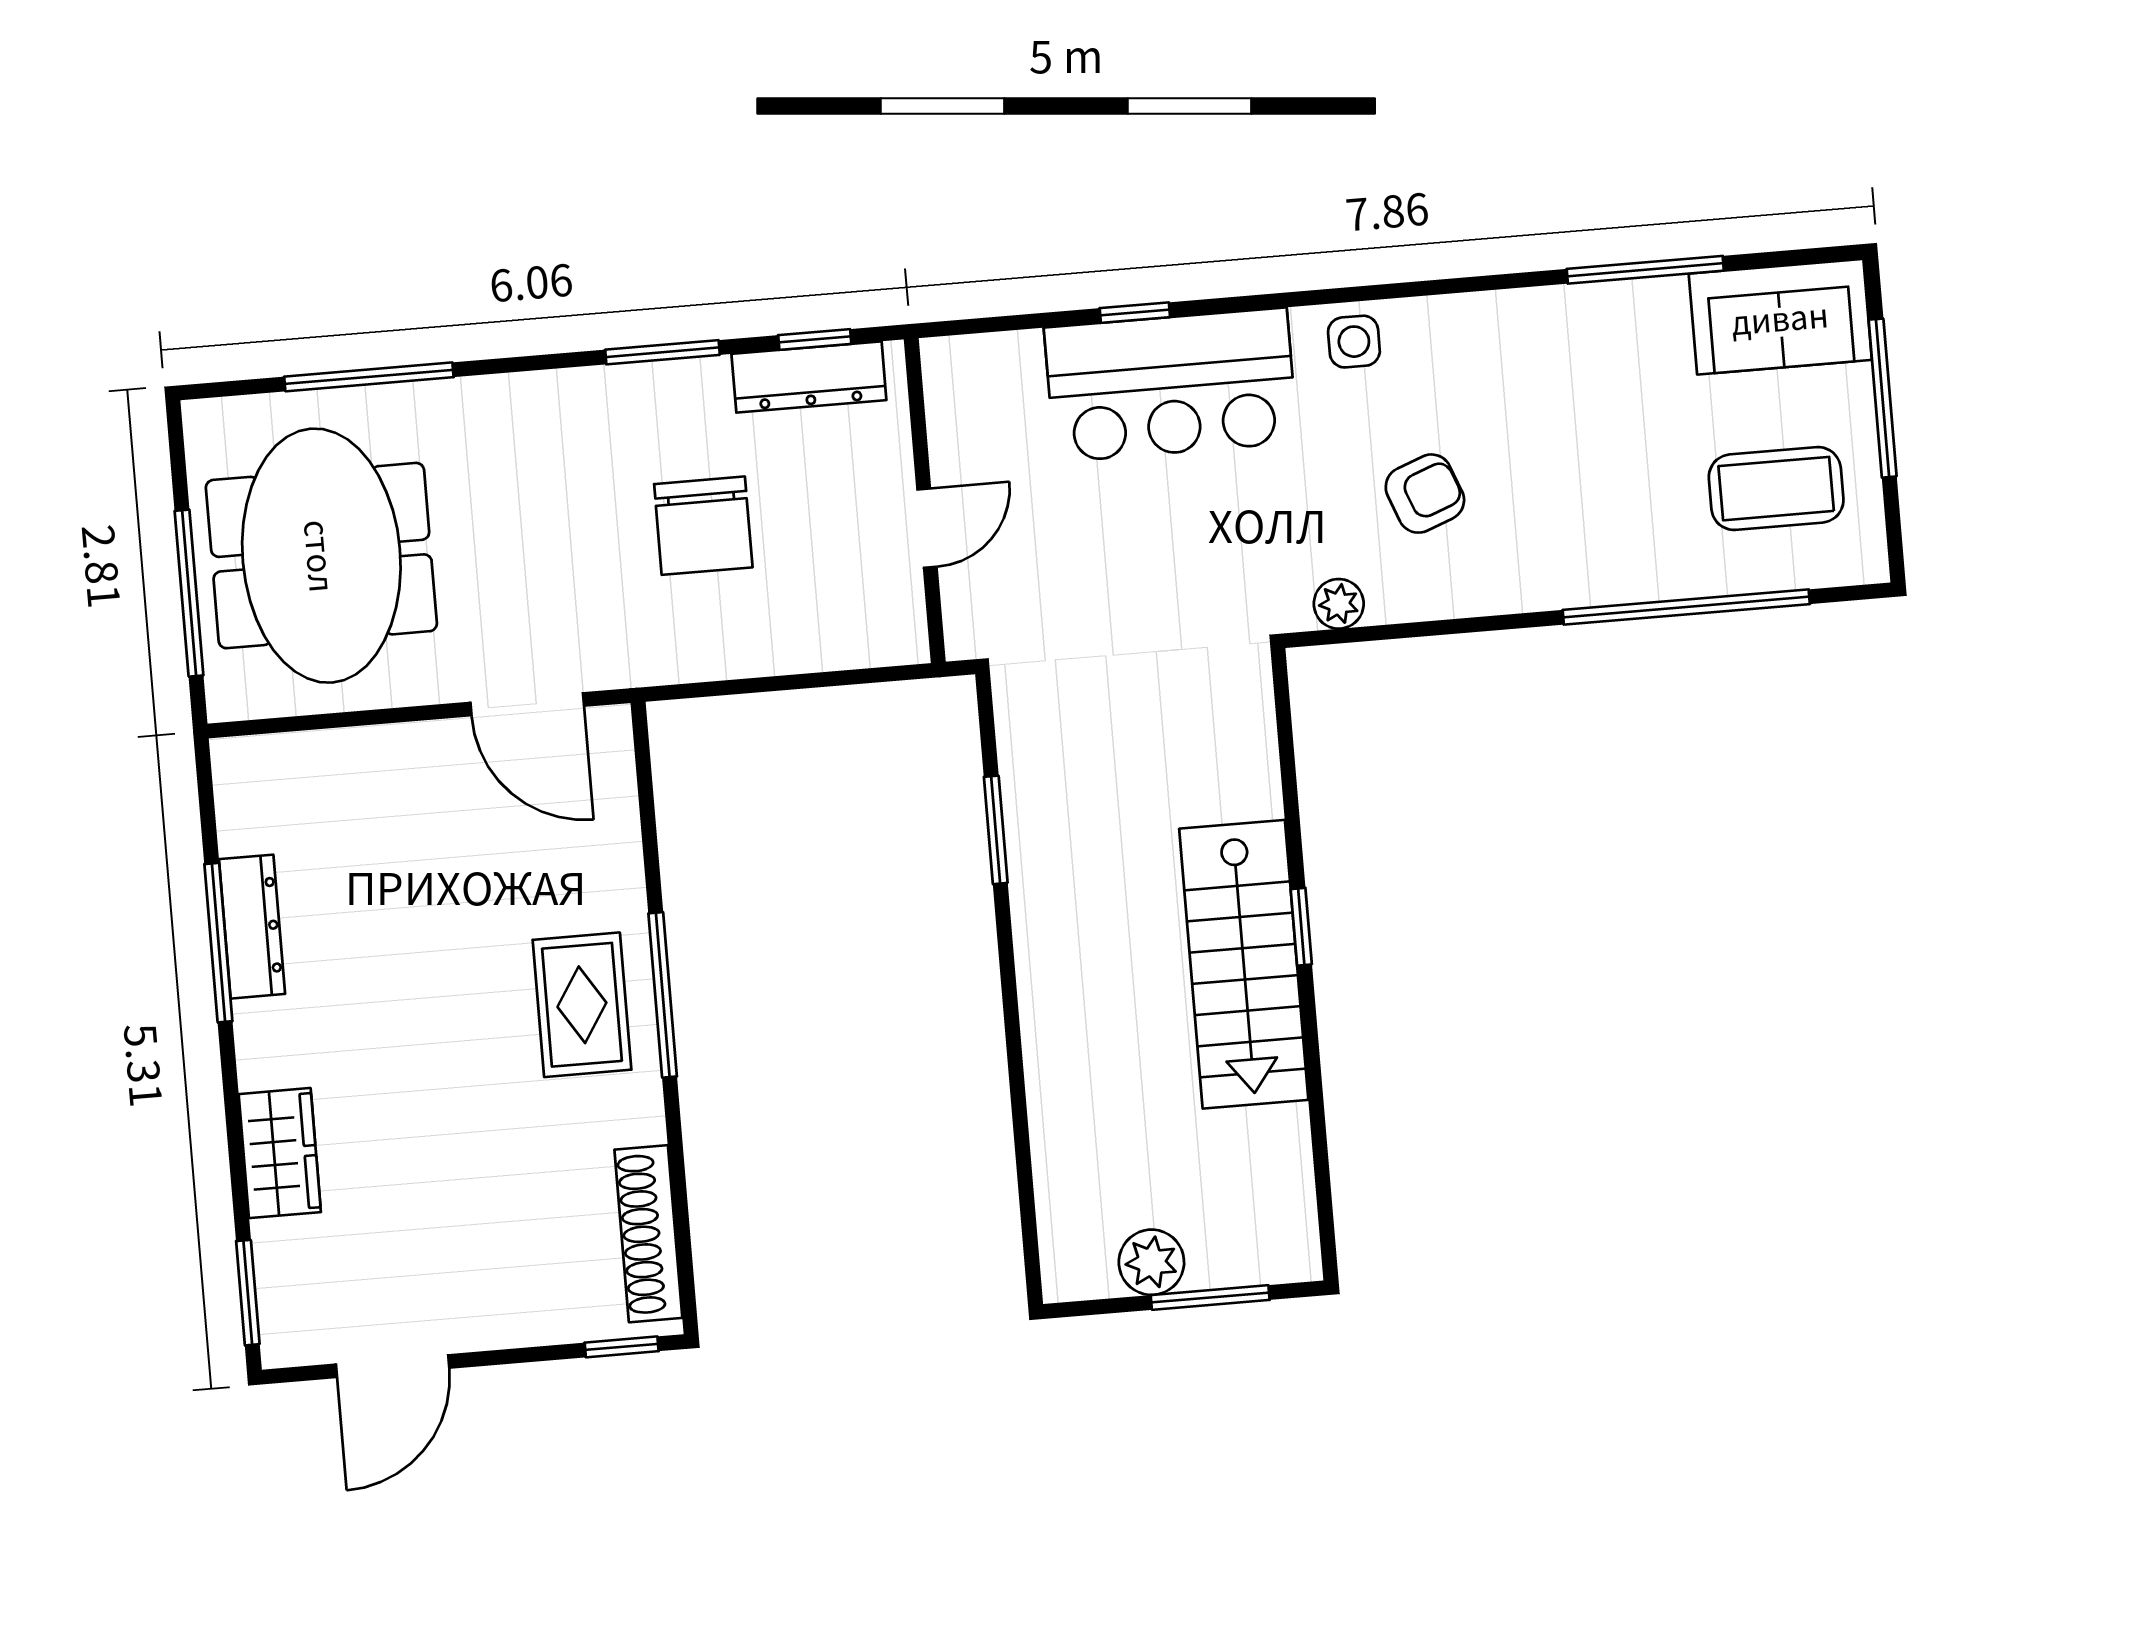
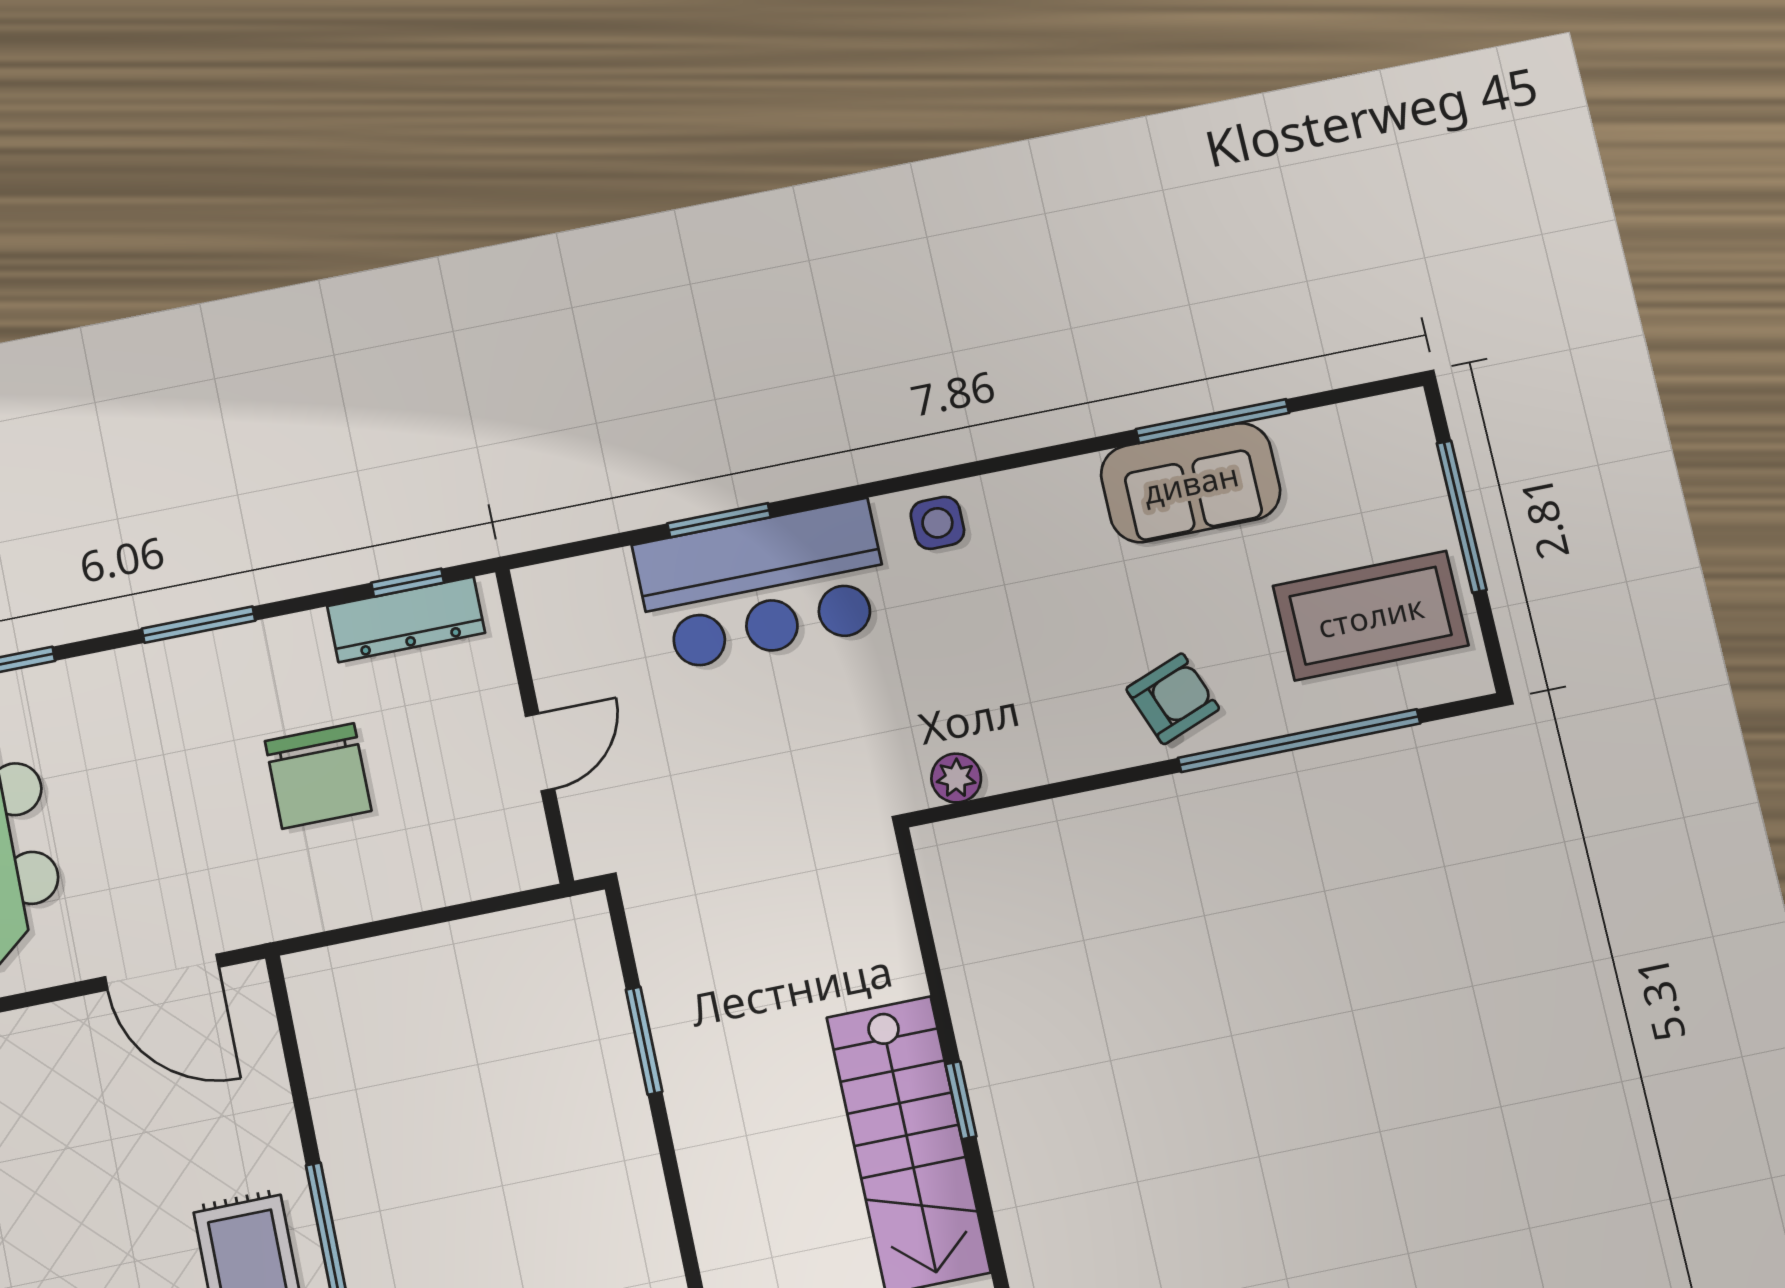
window: (1135, 313) -> (719, 520), width x1.50
sofa: (1780, 317) -> (1191, 483), moved
window: (662, 352) -> (199, 625), moved
coffee table: (1776, 489) -> (1371, 616), width x1.36, depth x1.32
armchair: (1425, 494) -> (1173, 699), moved

